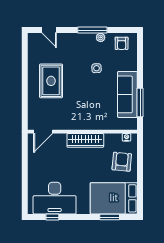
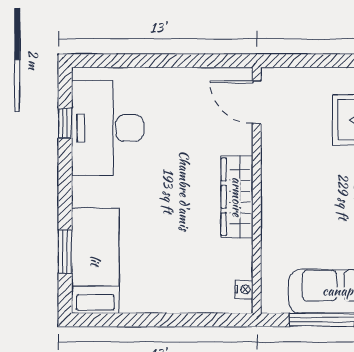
armchair: (122, 162) -> (189, 279), removed
bed: (114, 198) -> (95, 261), width x0.67

